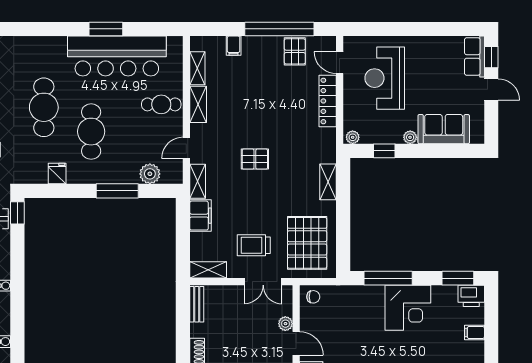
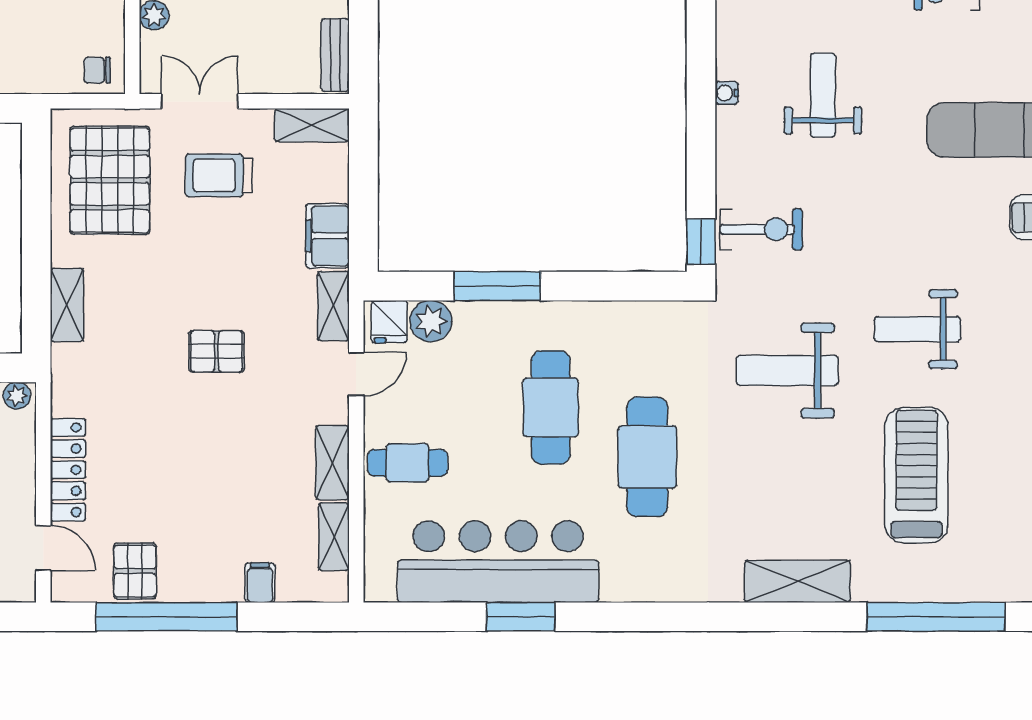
fridge: (57, 174) -> (389, 322), moved
trolley: (254, 245) -> (219, 175), turned 180

